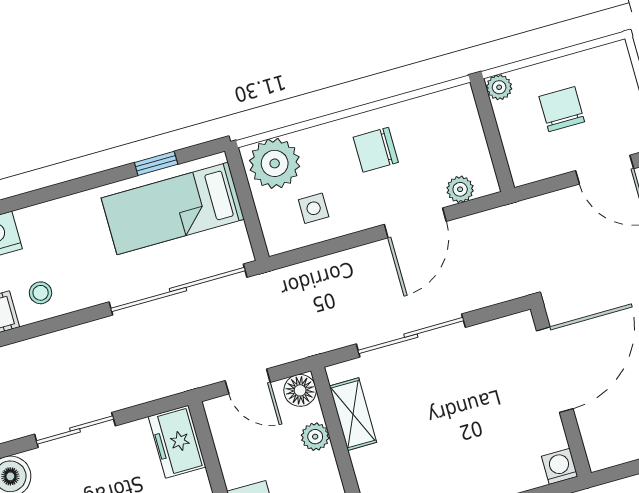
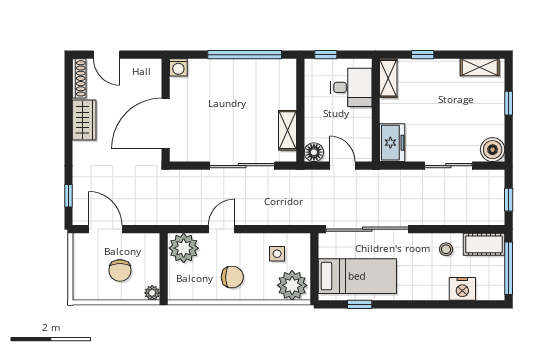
plant: (460, 189) -> (184, 248), width x1.88, depth x1.88
door: (415, 223) -> (222, 229), width x0.73
plant: (315, 437) -> (313, 123), removed

